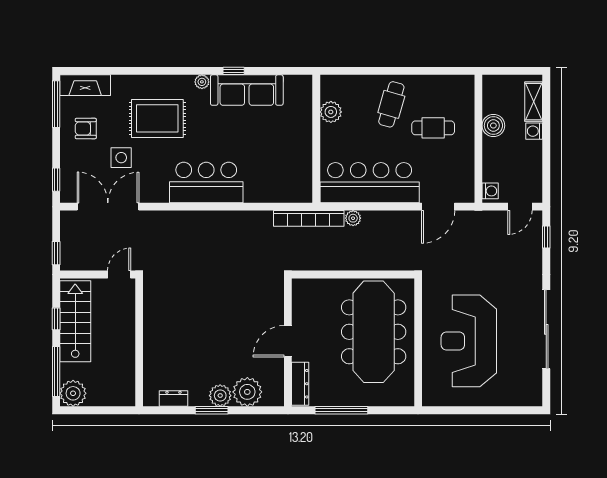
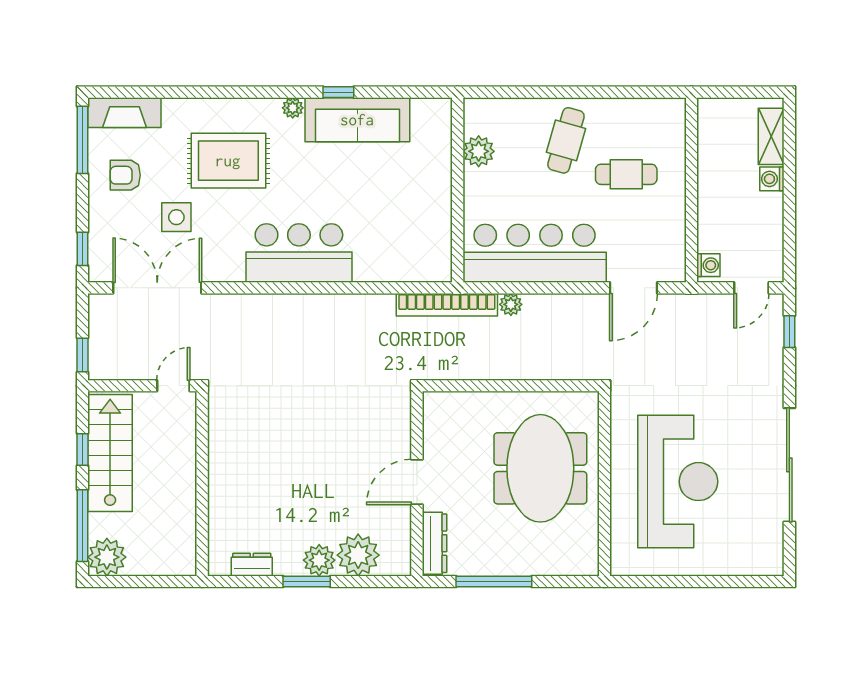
boiler: (493, 126) -> (713, 171), removed
meeting table: (374, 332) -> (540, 468), width x0.73
reception desk: (469, 341) -> (678, 482), turned 180

